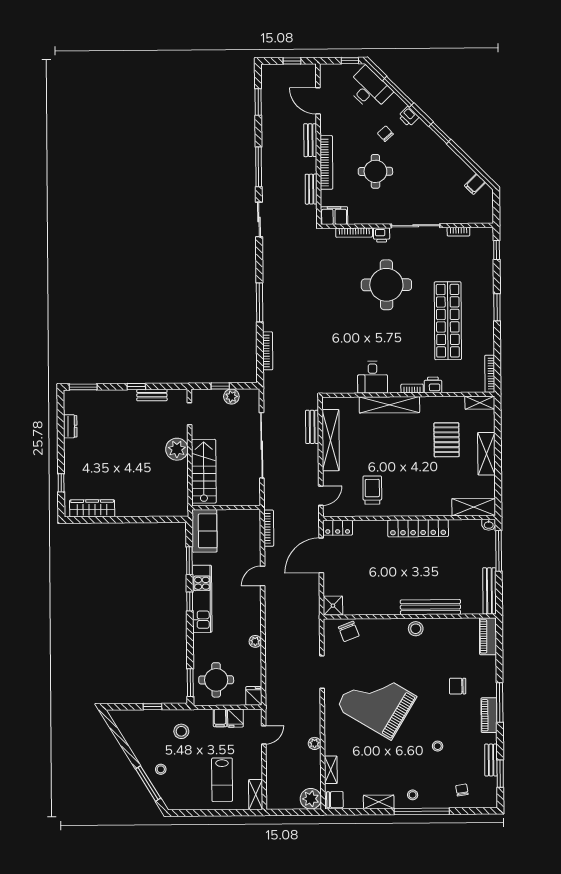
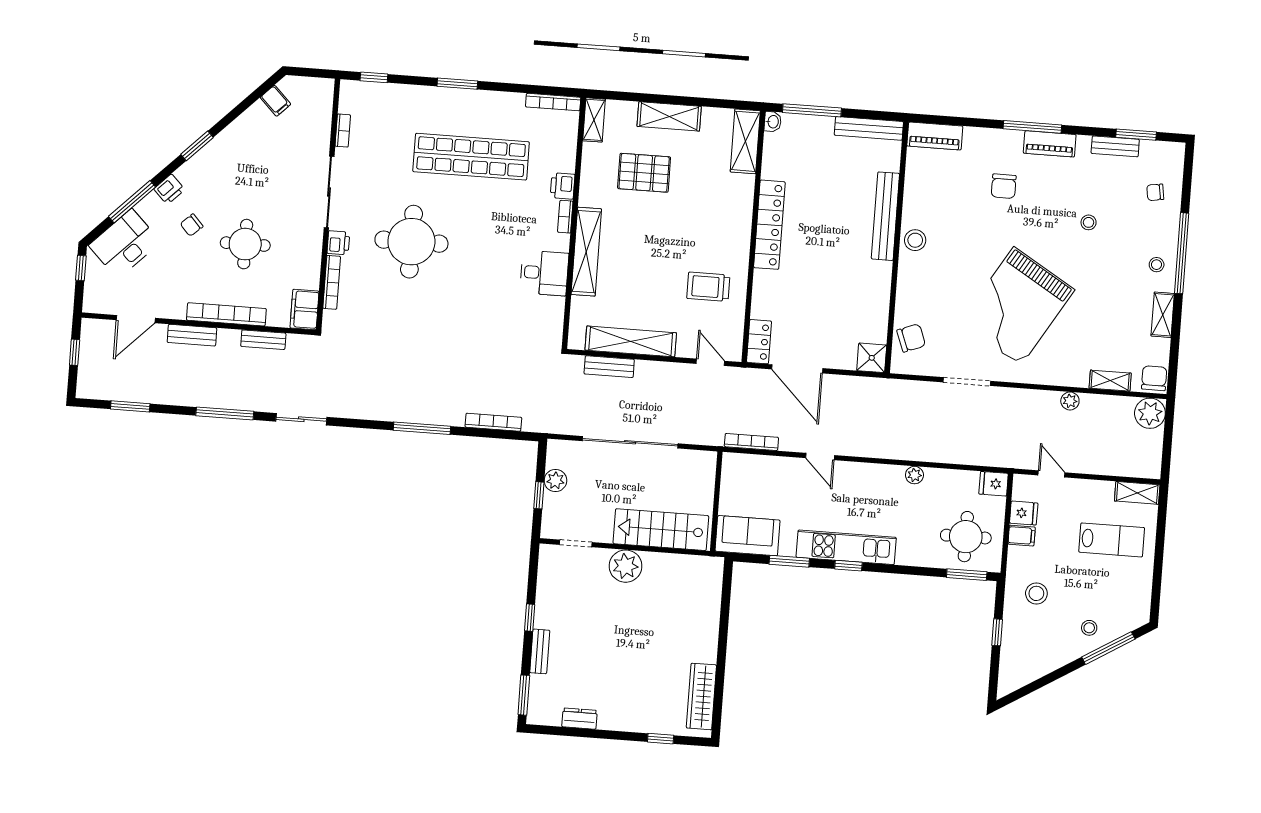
bench: (152, 395) -> (540, 651), moved

